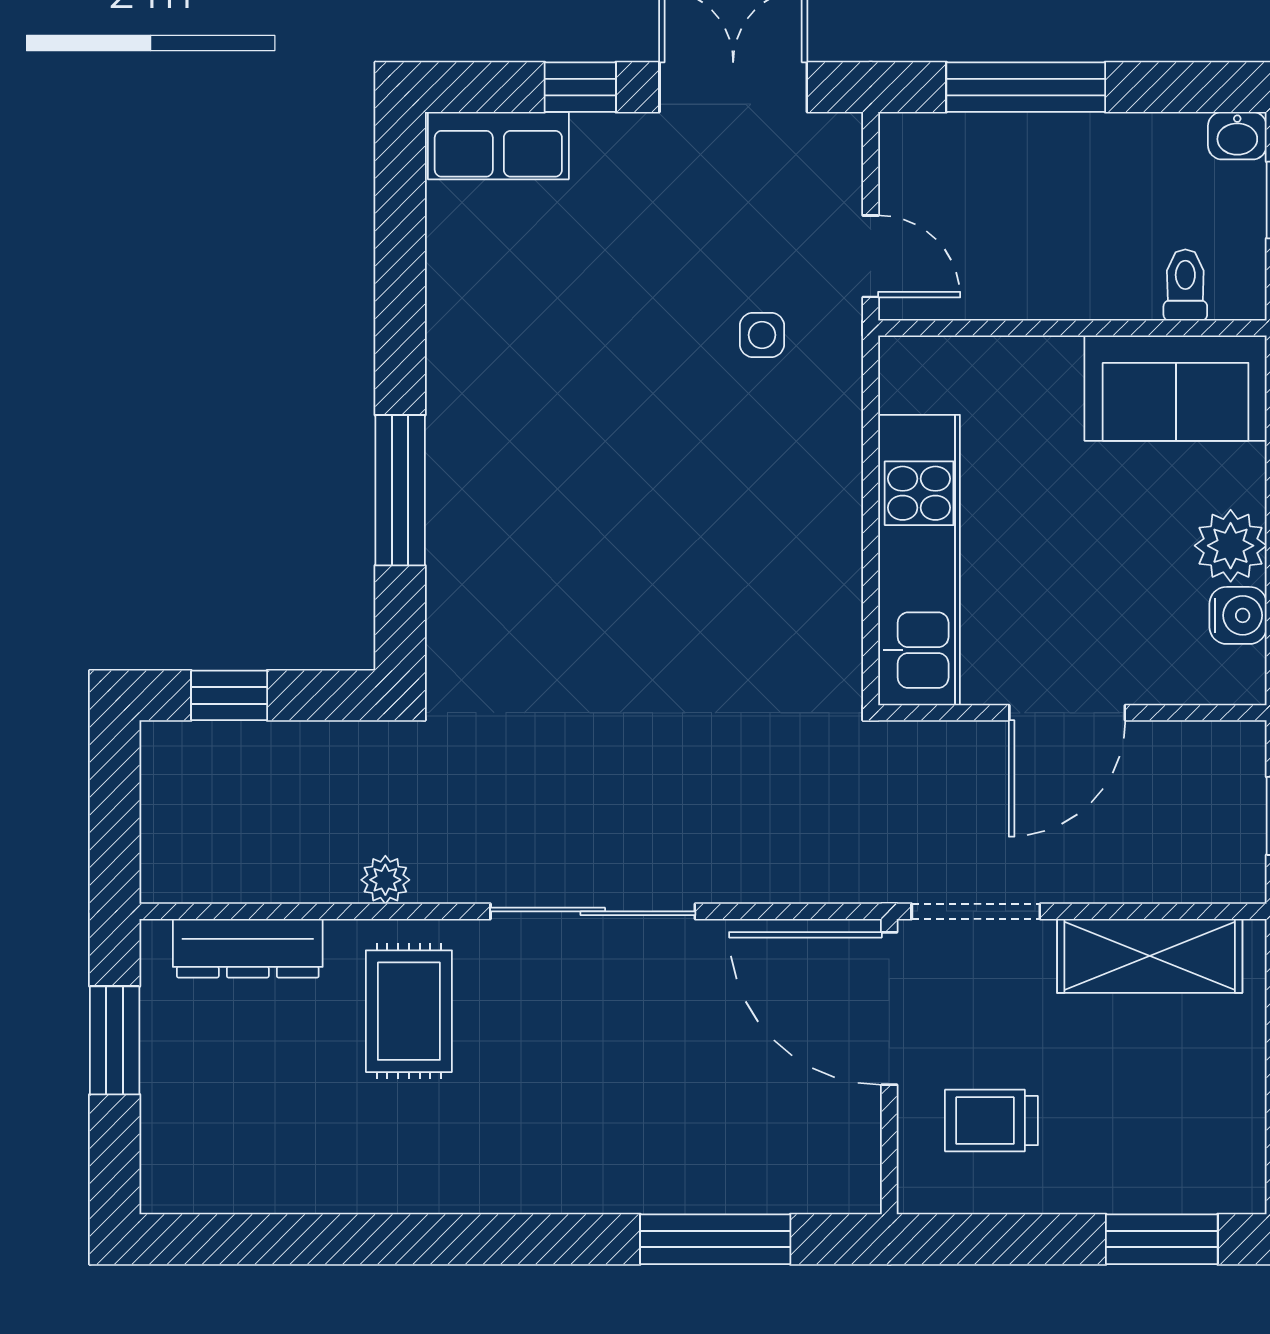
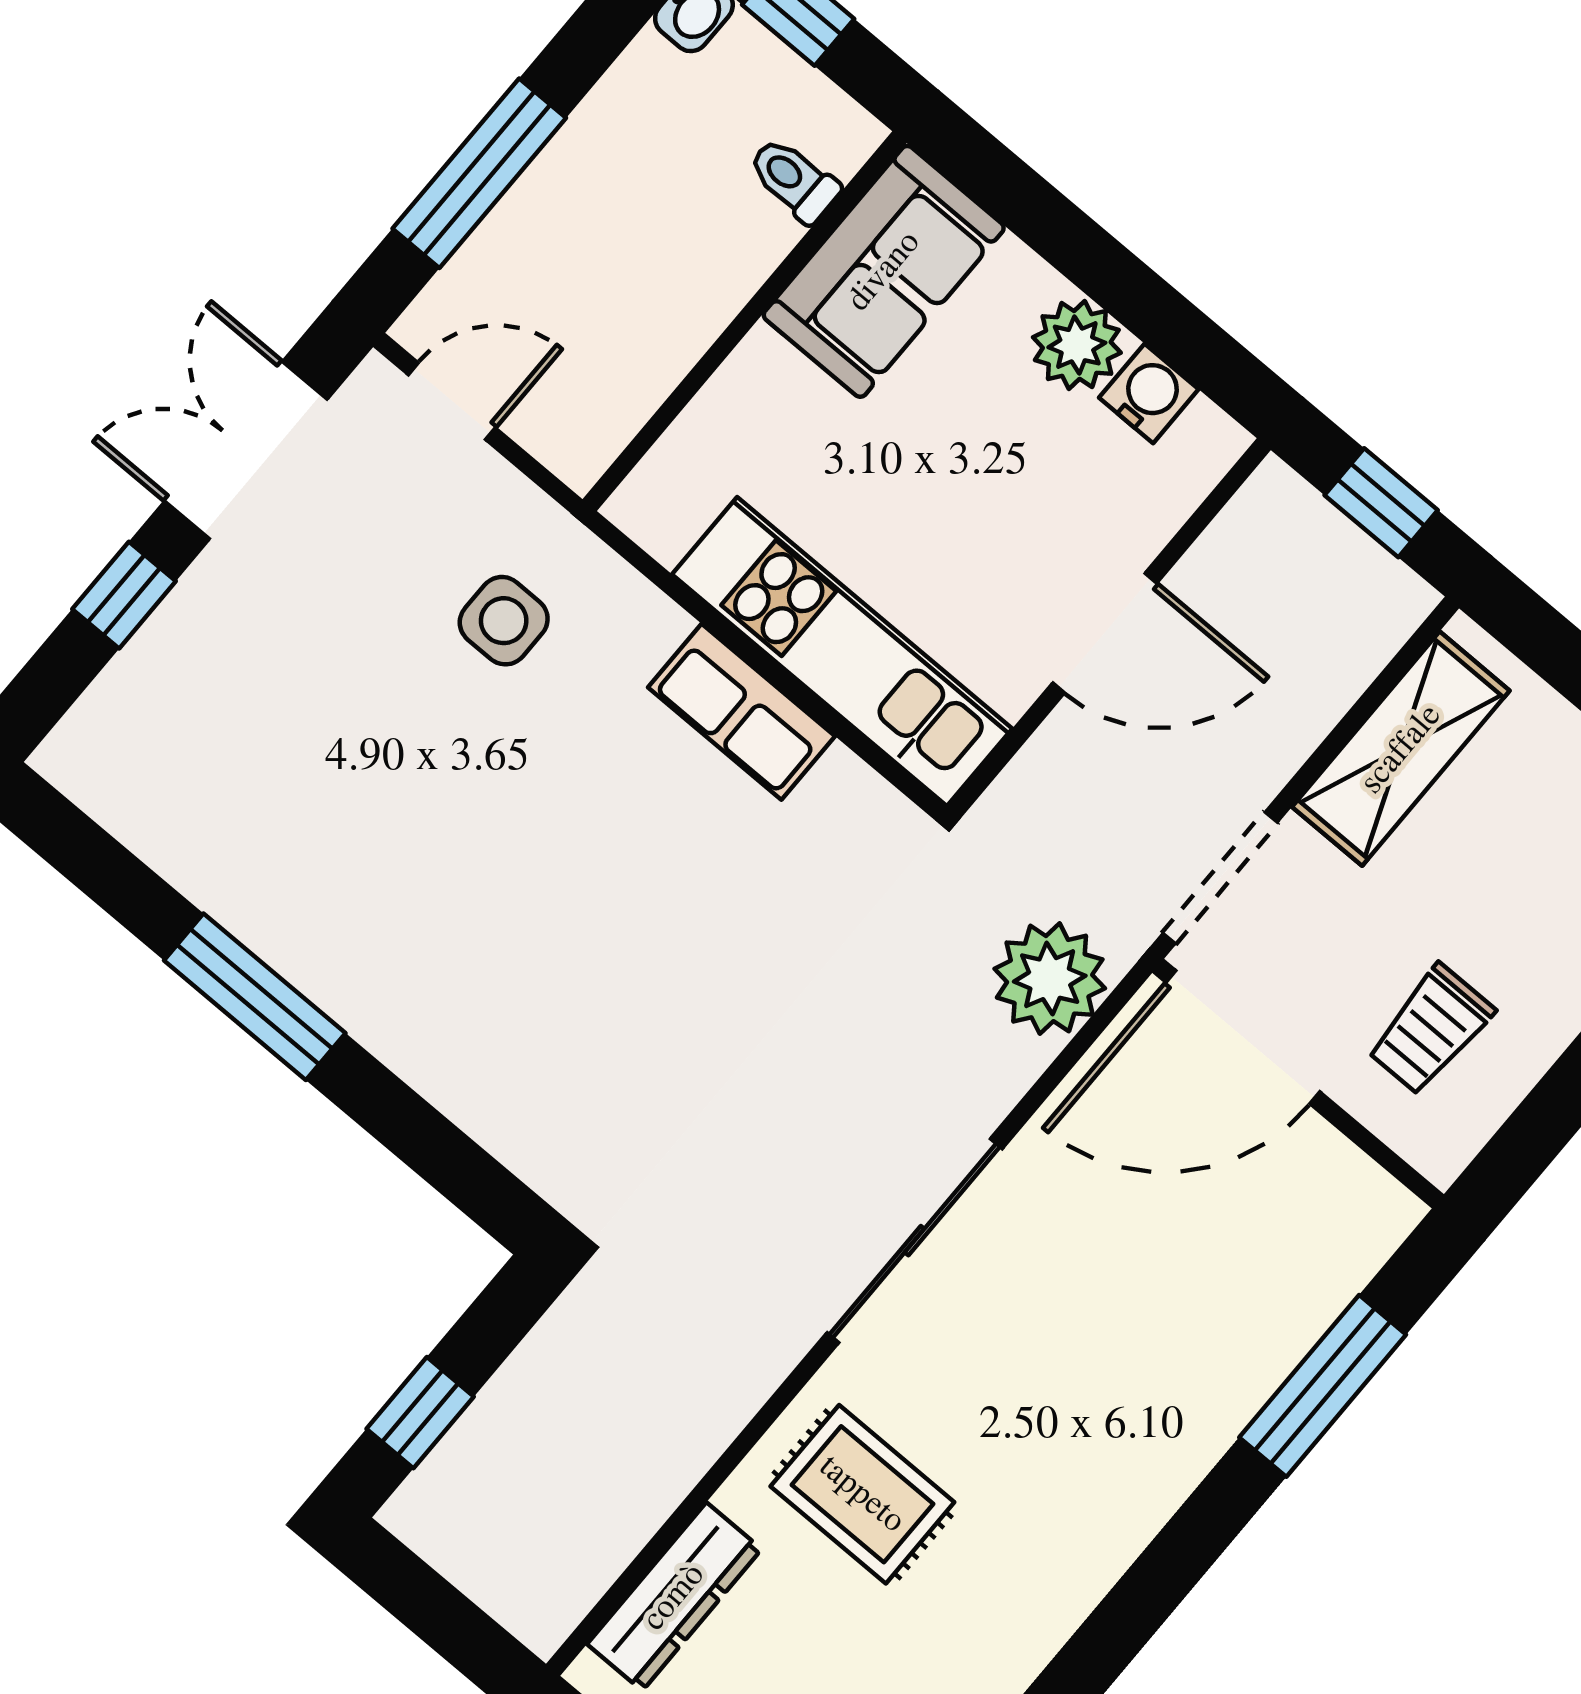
row of seats: (498, 146) -> (742, 712), moved, turned 90
door: (871, 256) -> (452, 401), moved
side table: (762, 335) -> (504, 621), width x1.37, depth x1.37
window: (400, 490) -> (255, 997), moved
door: (1067, 713) -> (1105, 633), hinge flipped
plant: (385, 880) -> (1050, 979), moved, width x1.87, depth x1.87

